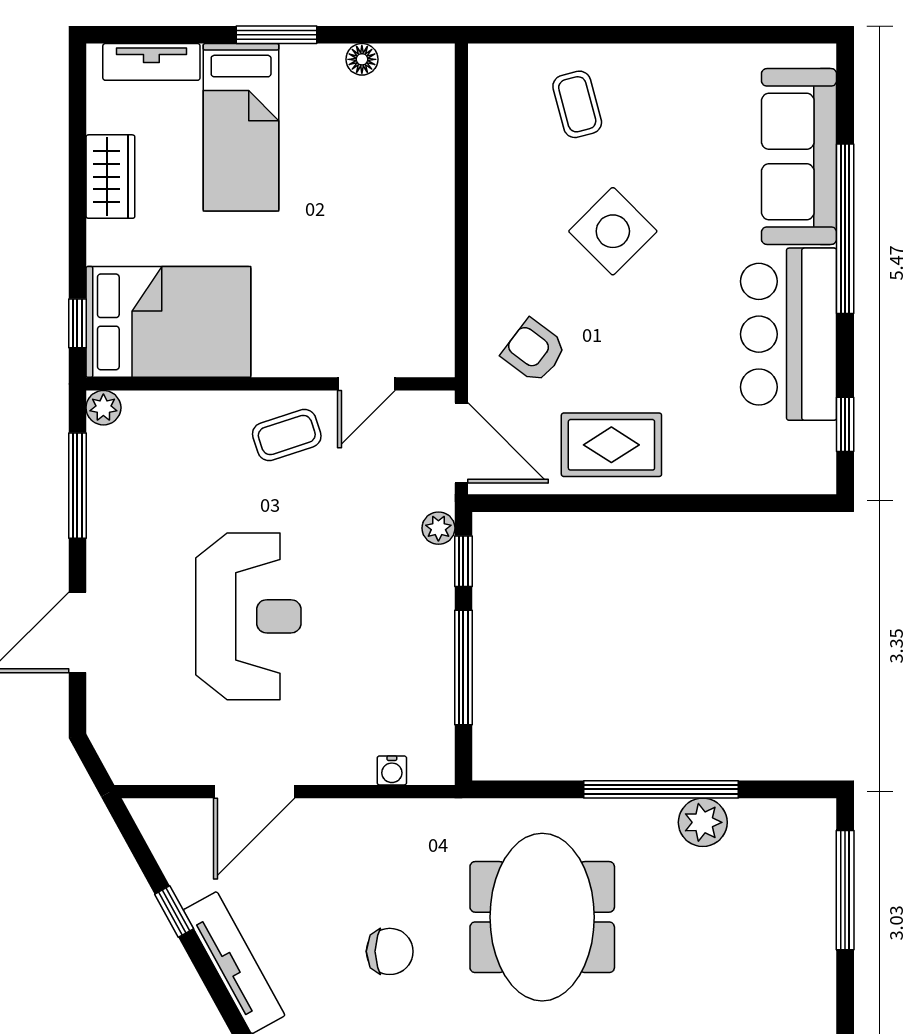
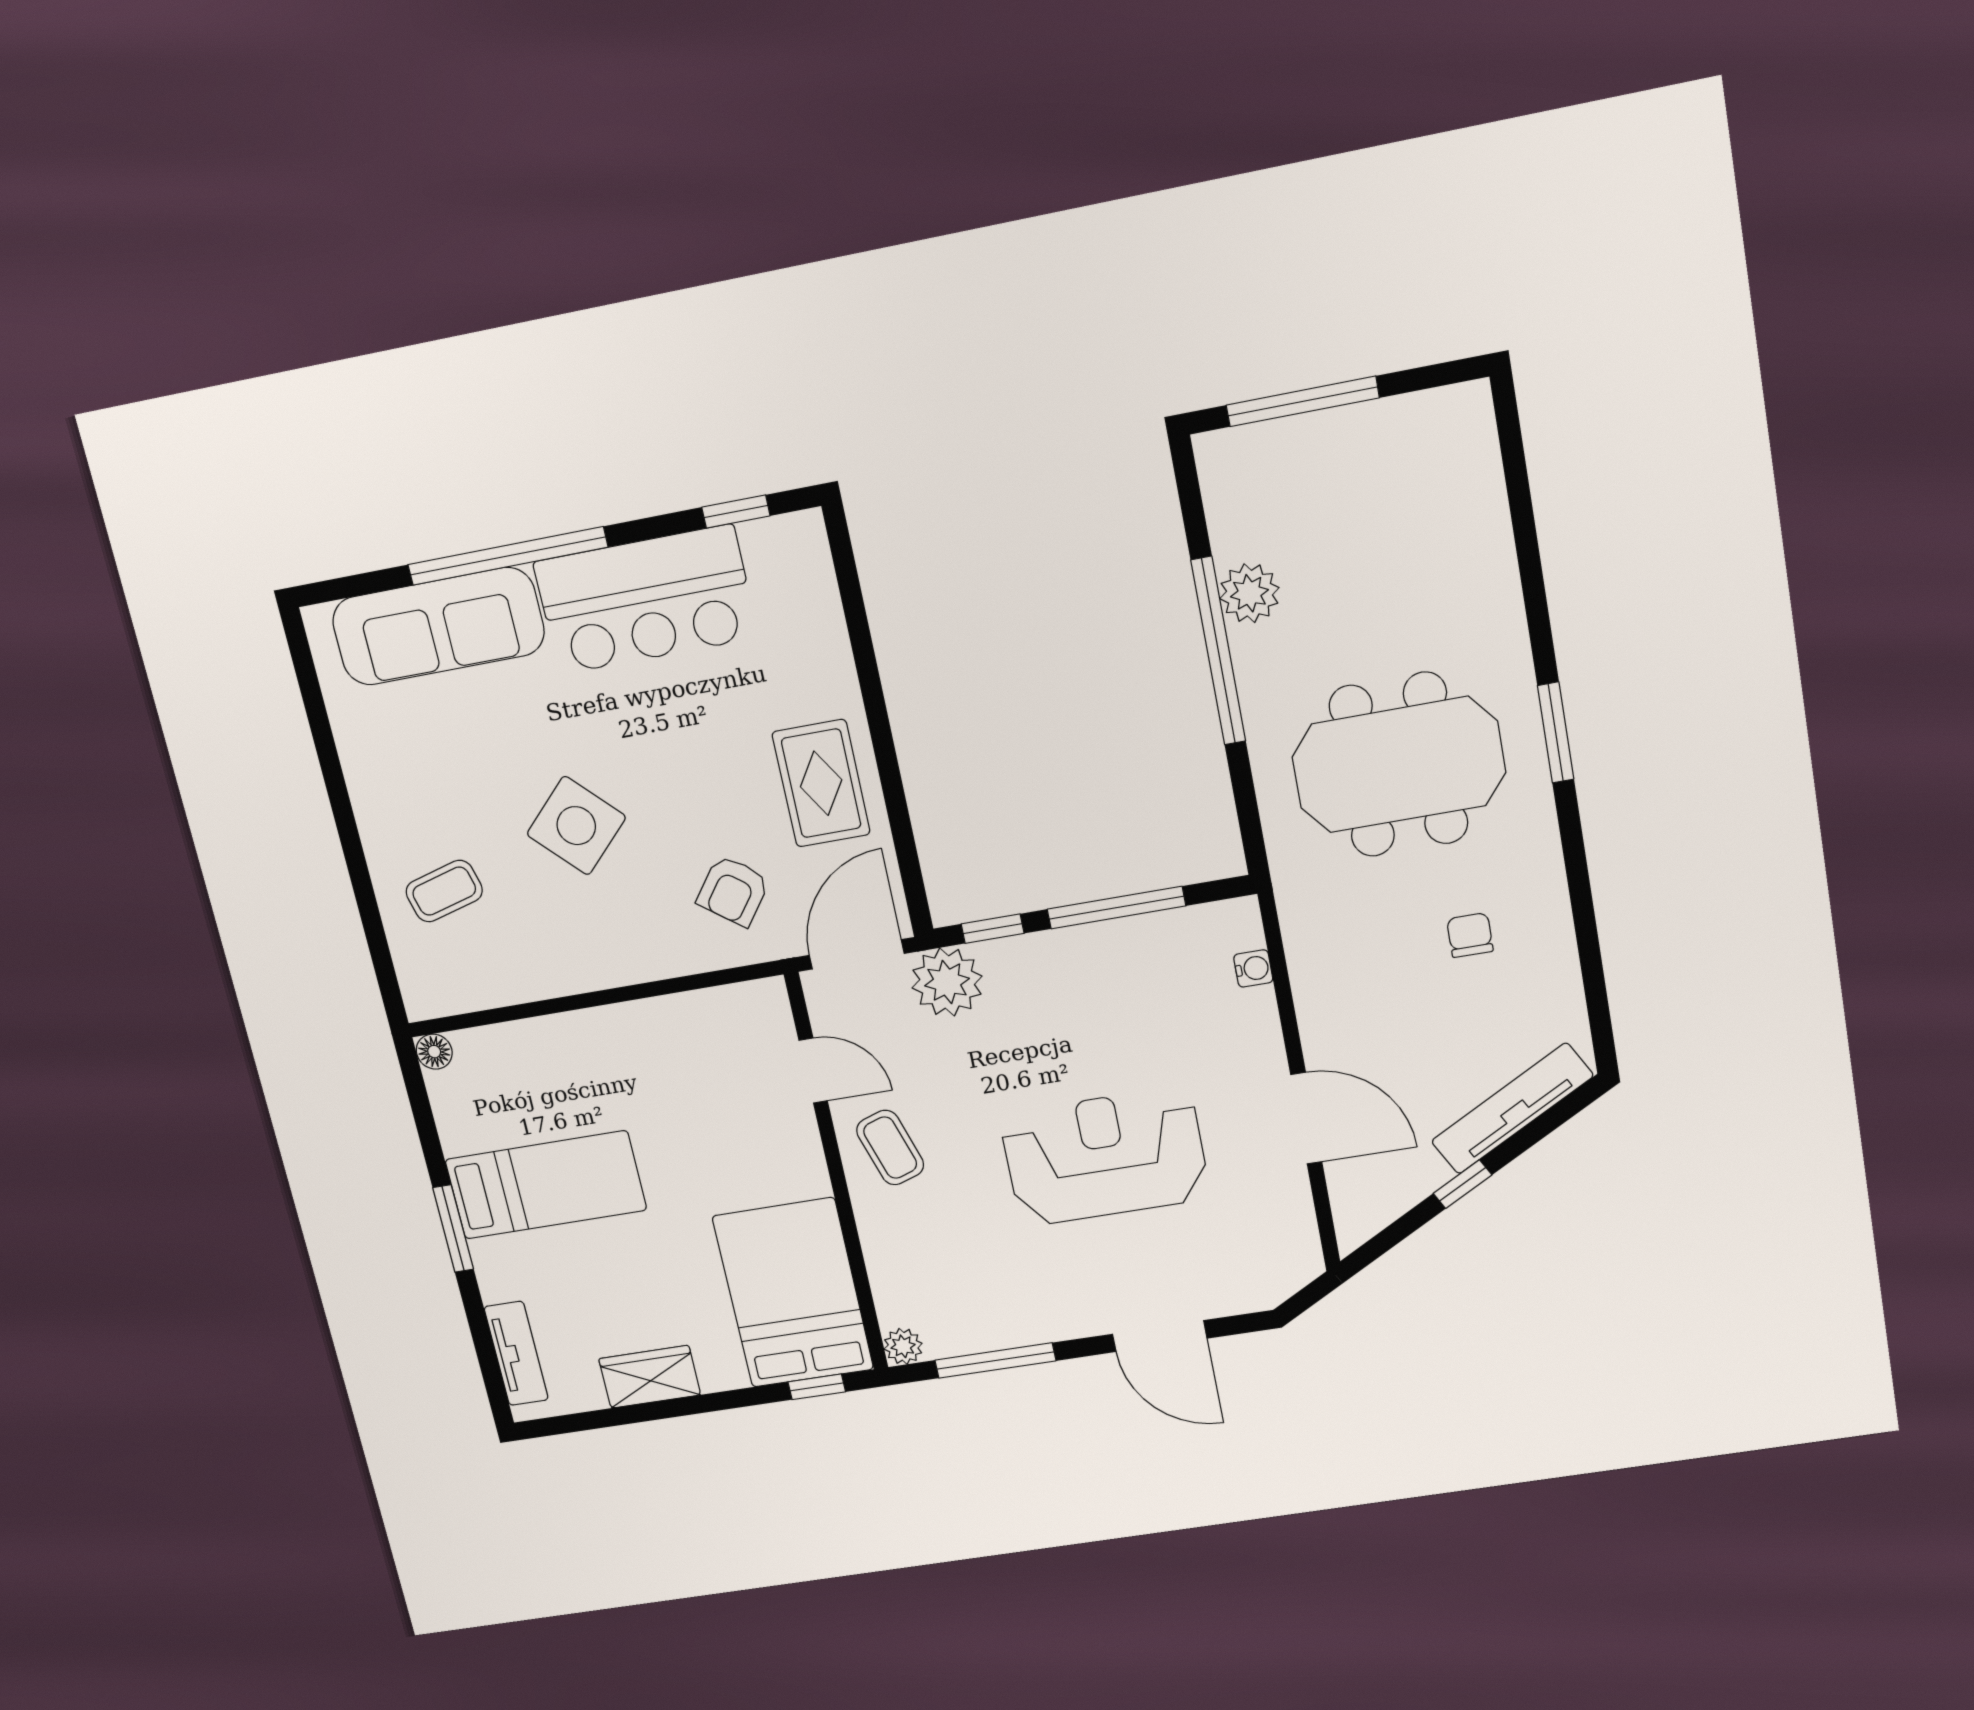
floor lamp: (362, 59) -> (434, 1052), moved
bed: (241, 127) -> (546, 1185), moved
plant: (438, 528) -> (947, 982), width x1.88, depth x1.88
chair: (390, 951) -> (1470, 935), width x0.73, depth x0.73

